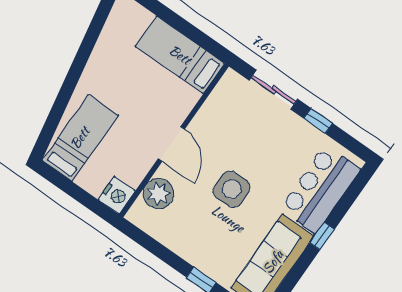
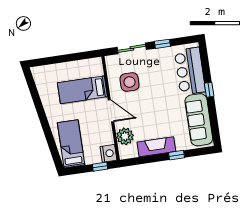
bed: (180, 55) -> (82, 90), moved
side table: (232, 189) -> (130, 82), moved
window: (90, 202) -> (100, 167), added
fireplace: (186, 245) -> (156, 147), added

